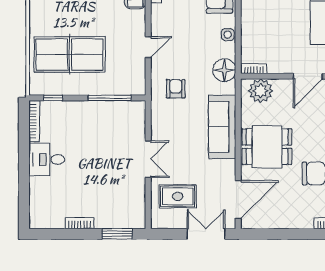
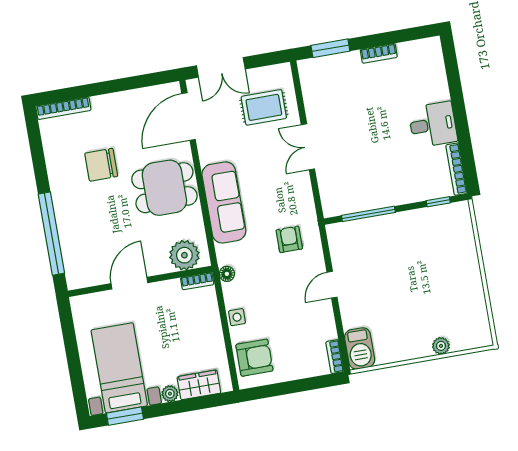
table tennis table: (69, 55) -> (427, 259), removed
floor lamp: (224, 70) -> (227, 274), width x0.53, depth x0.53
armchair: (176, 89) -> (289, 239), turned 180

